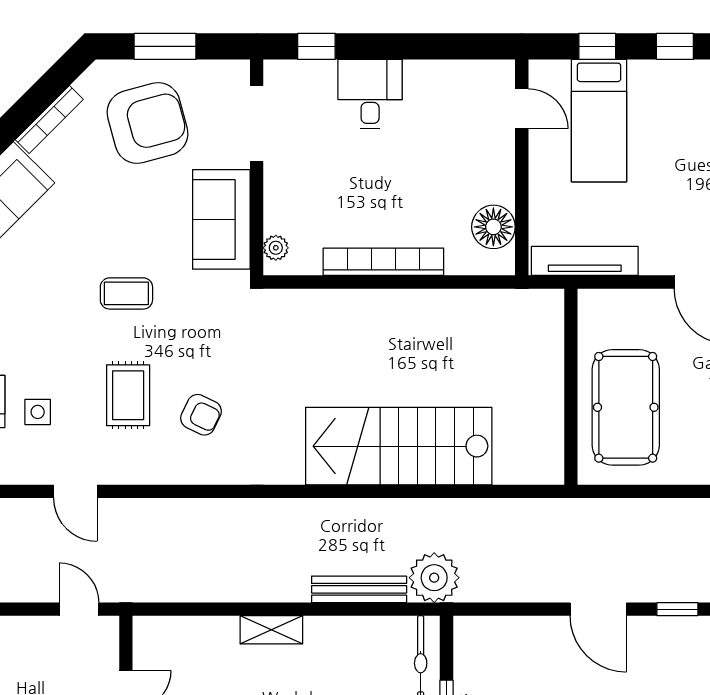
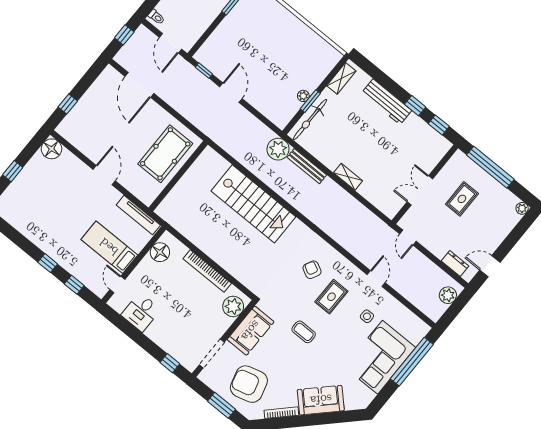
desk: (370, 94) -> (141, 312), moved
bed: (599, 121) -> (109, 247), moved, turned -90
plant: (276, 248) -> (233, 306), width x1.88, depth x1.88

